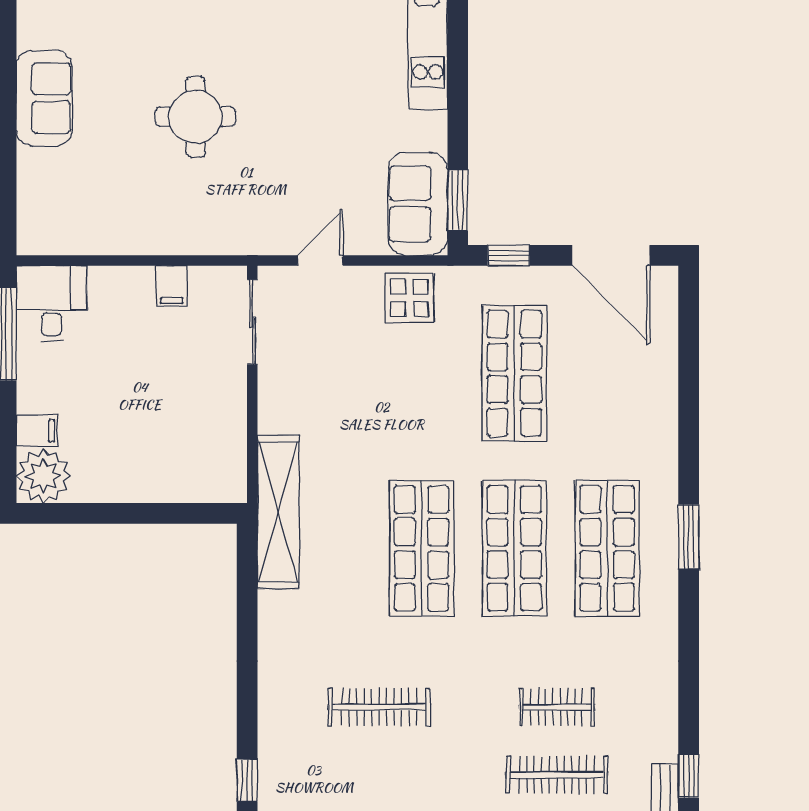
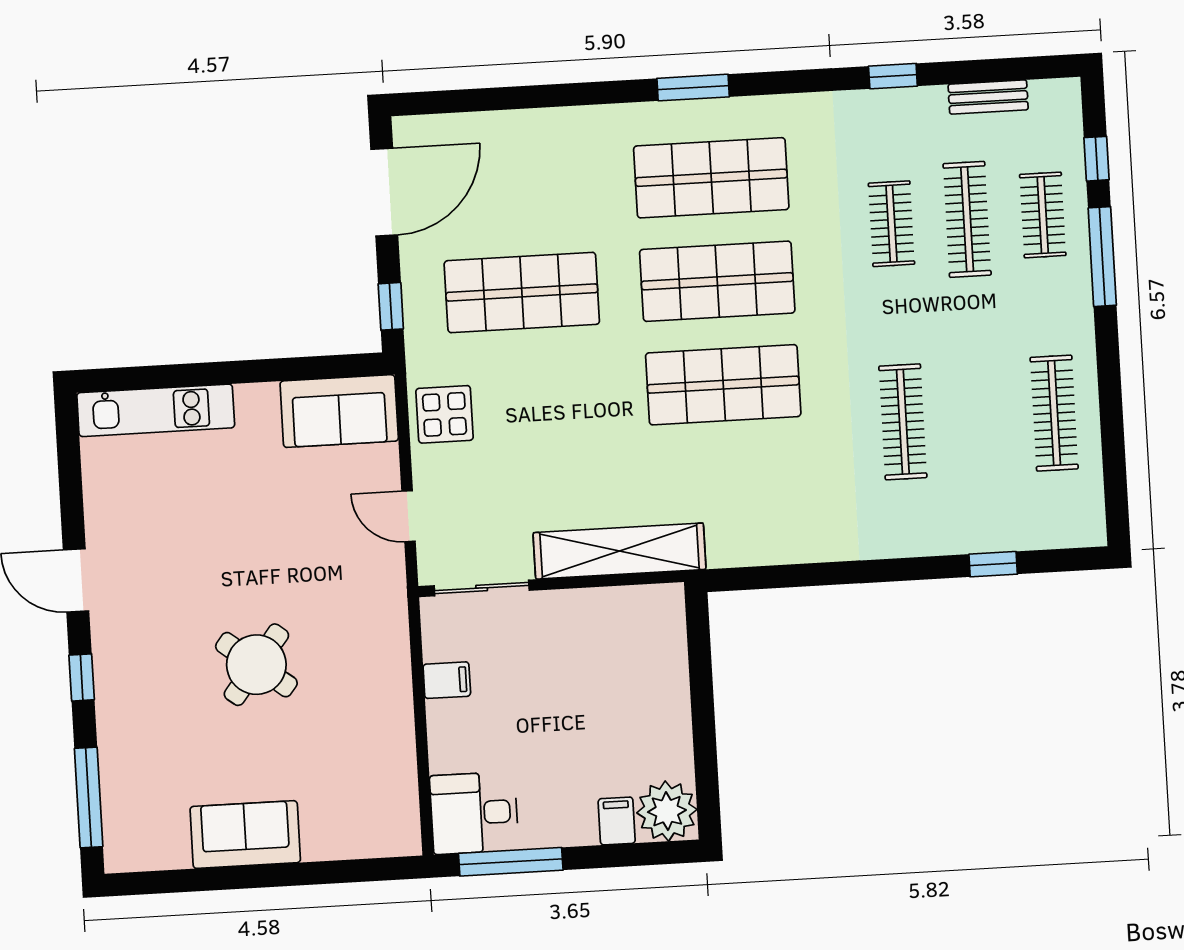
round table: (195, 117) -> (256, 665), turned 38
window: (458, 200) -> (332, 367), removed
shelving: (278, 512) -> (620, 551), moved
window: (689, 776) -> (893, 76), moved

